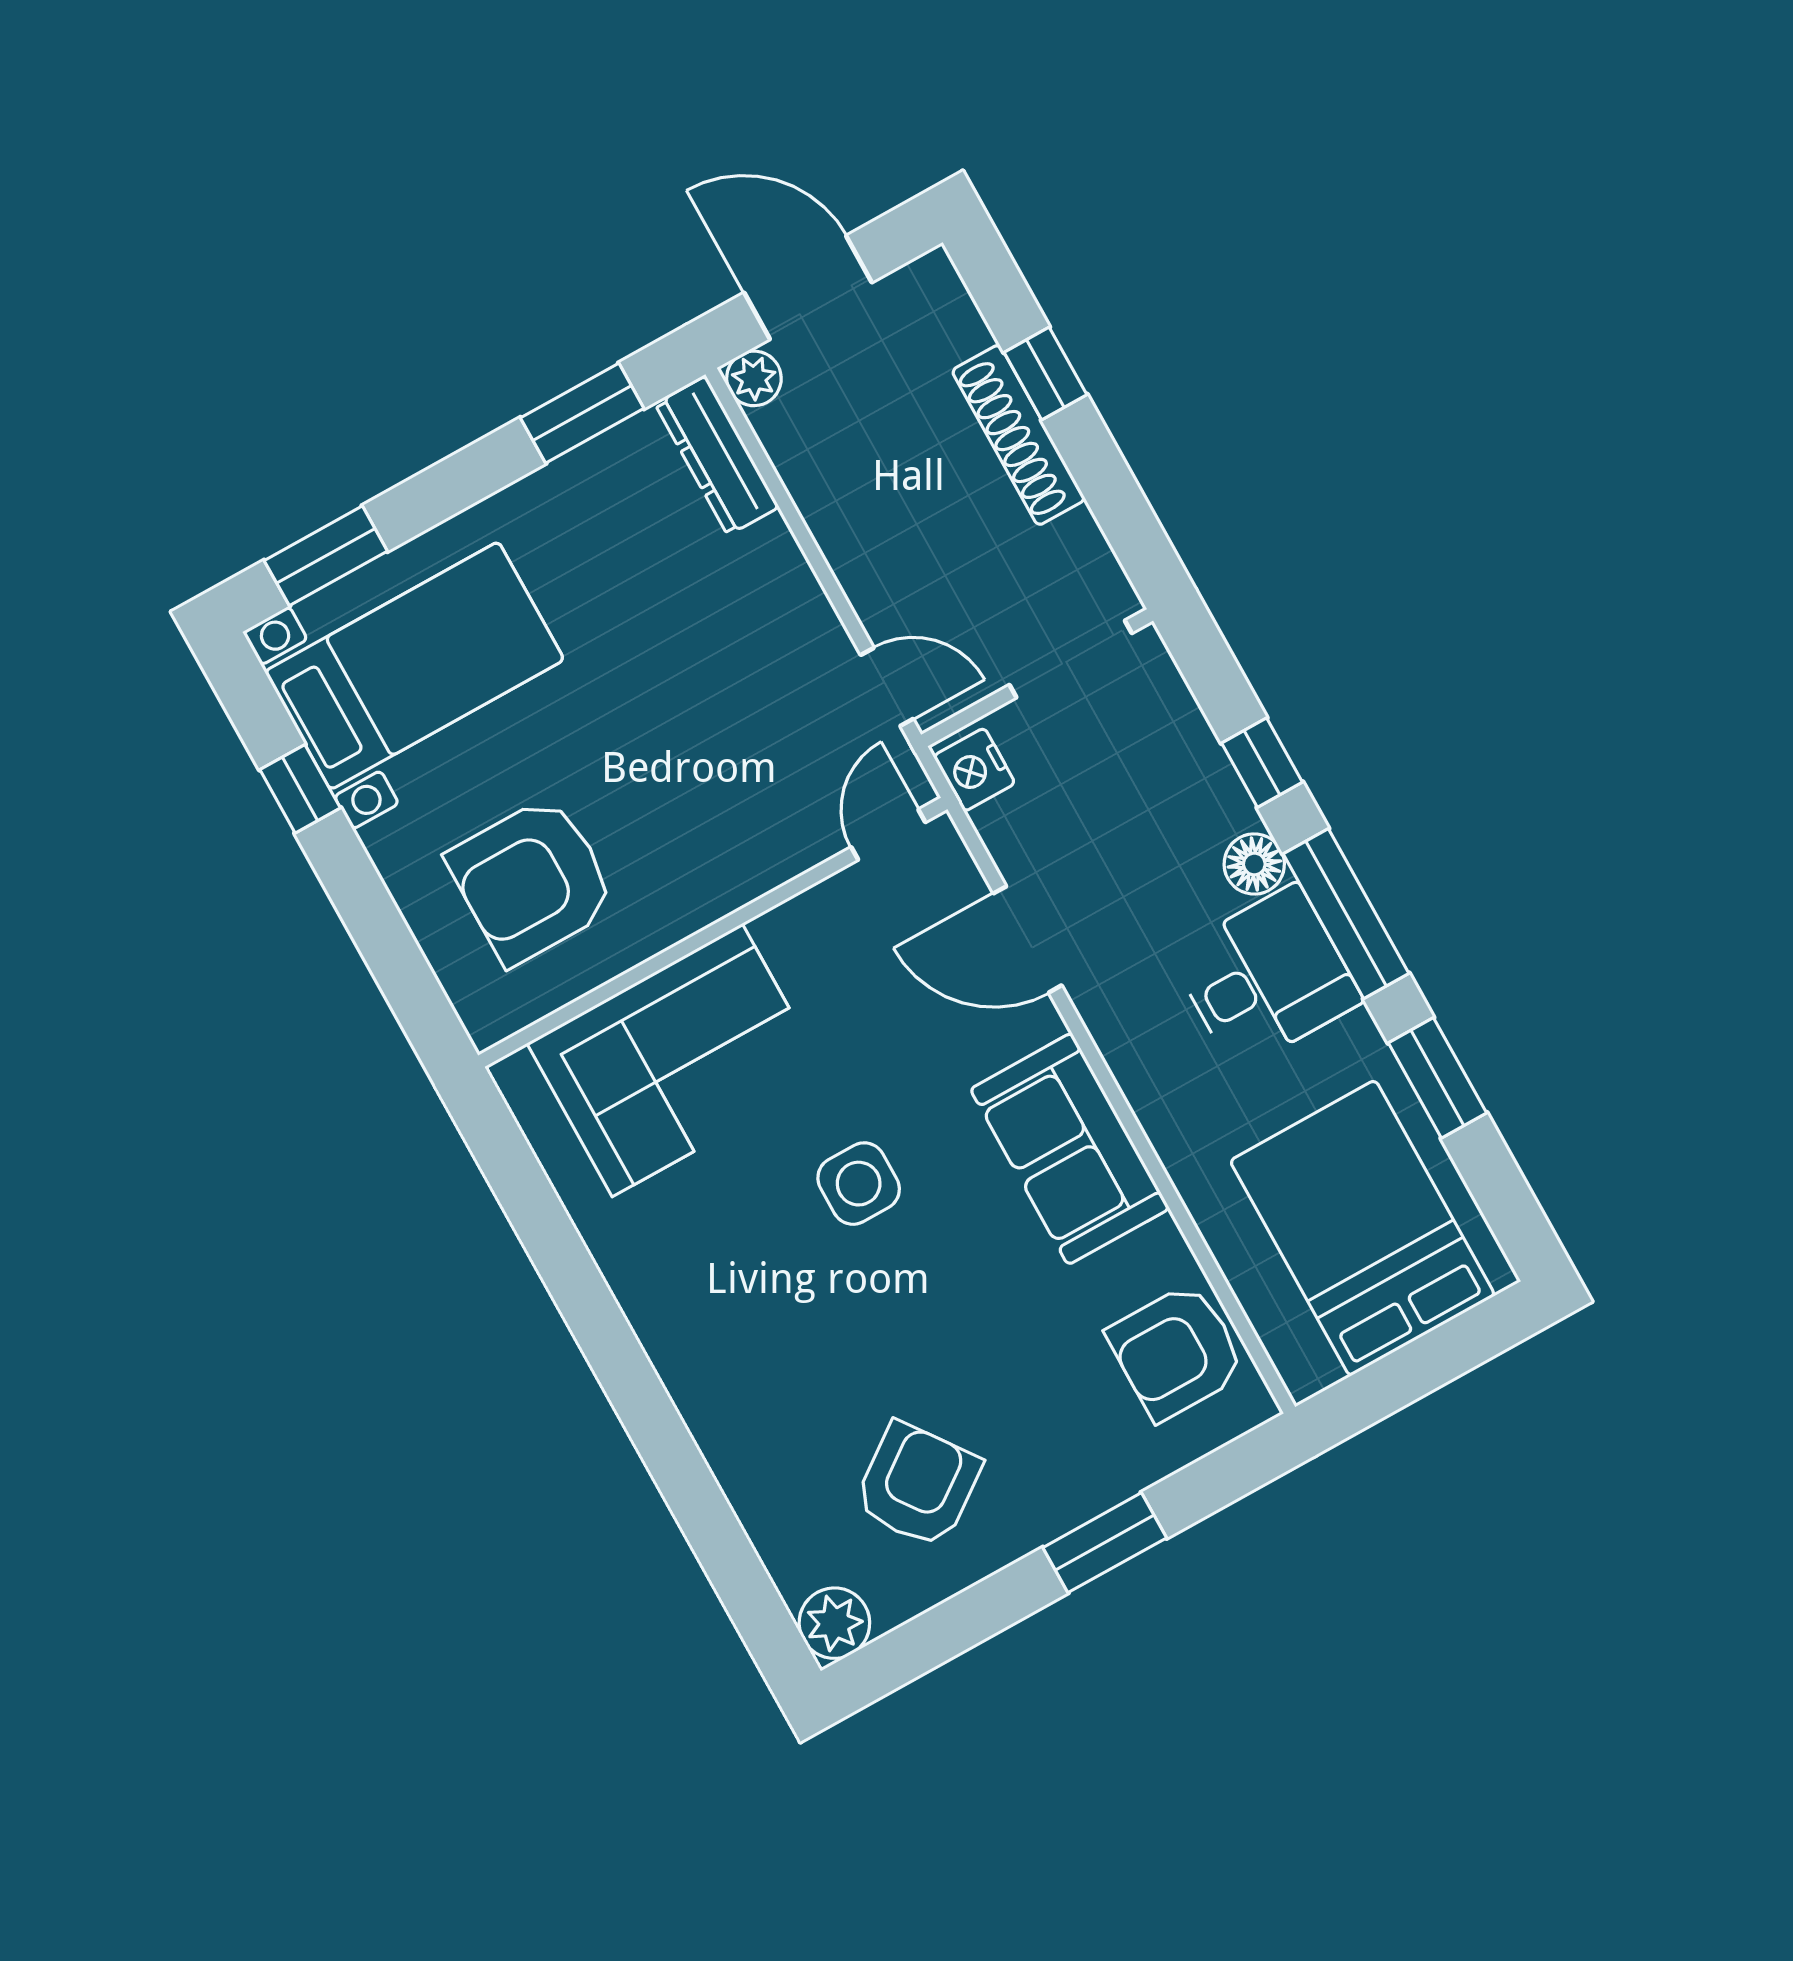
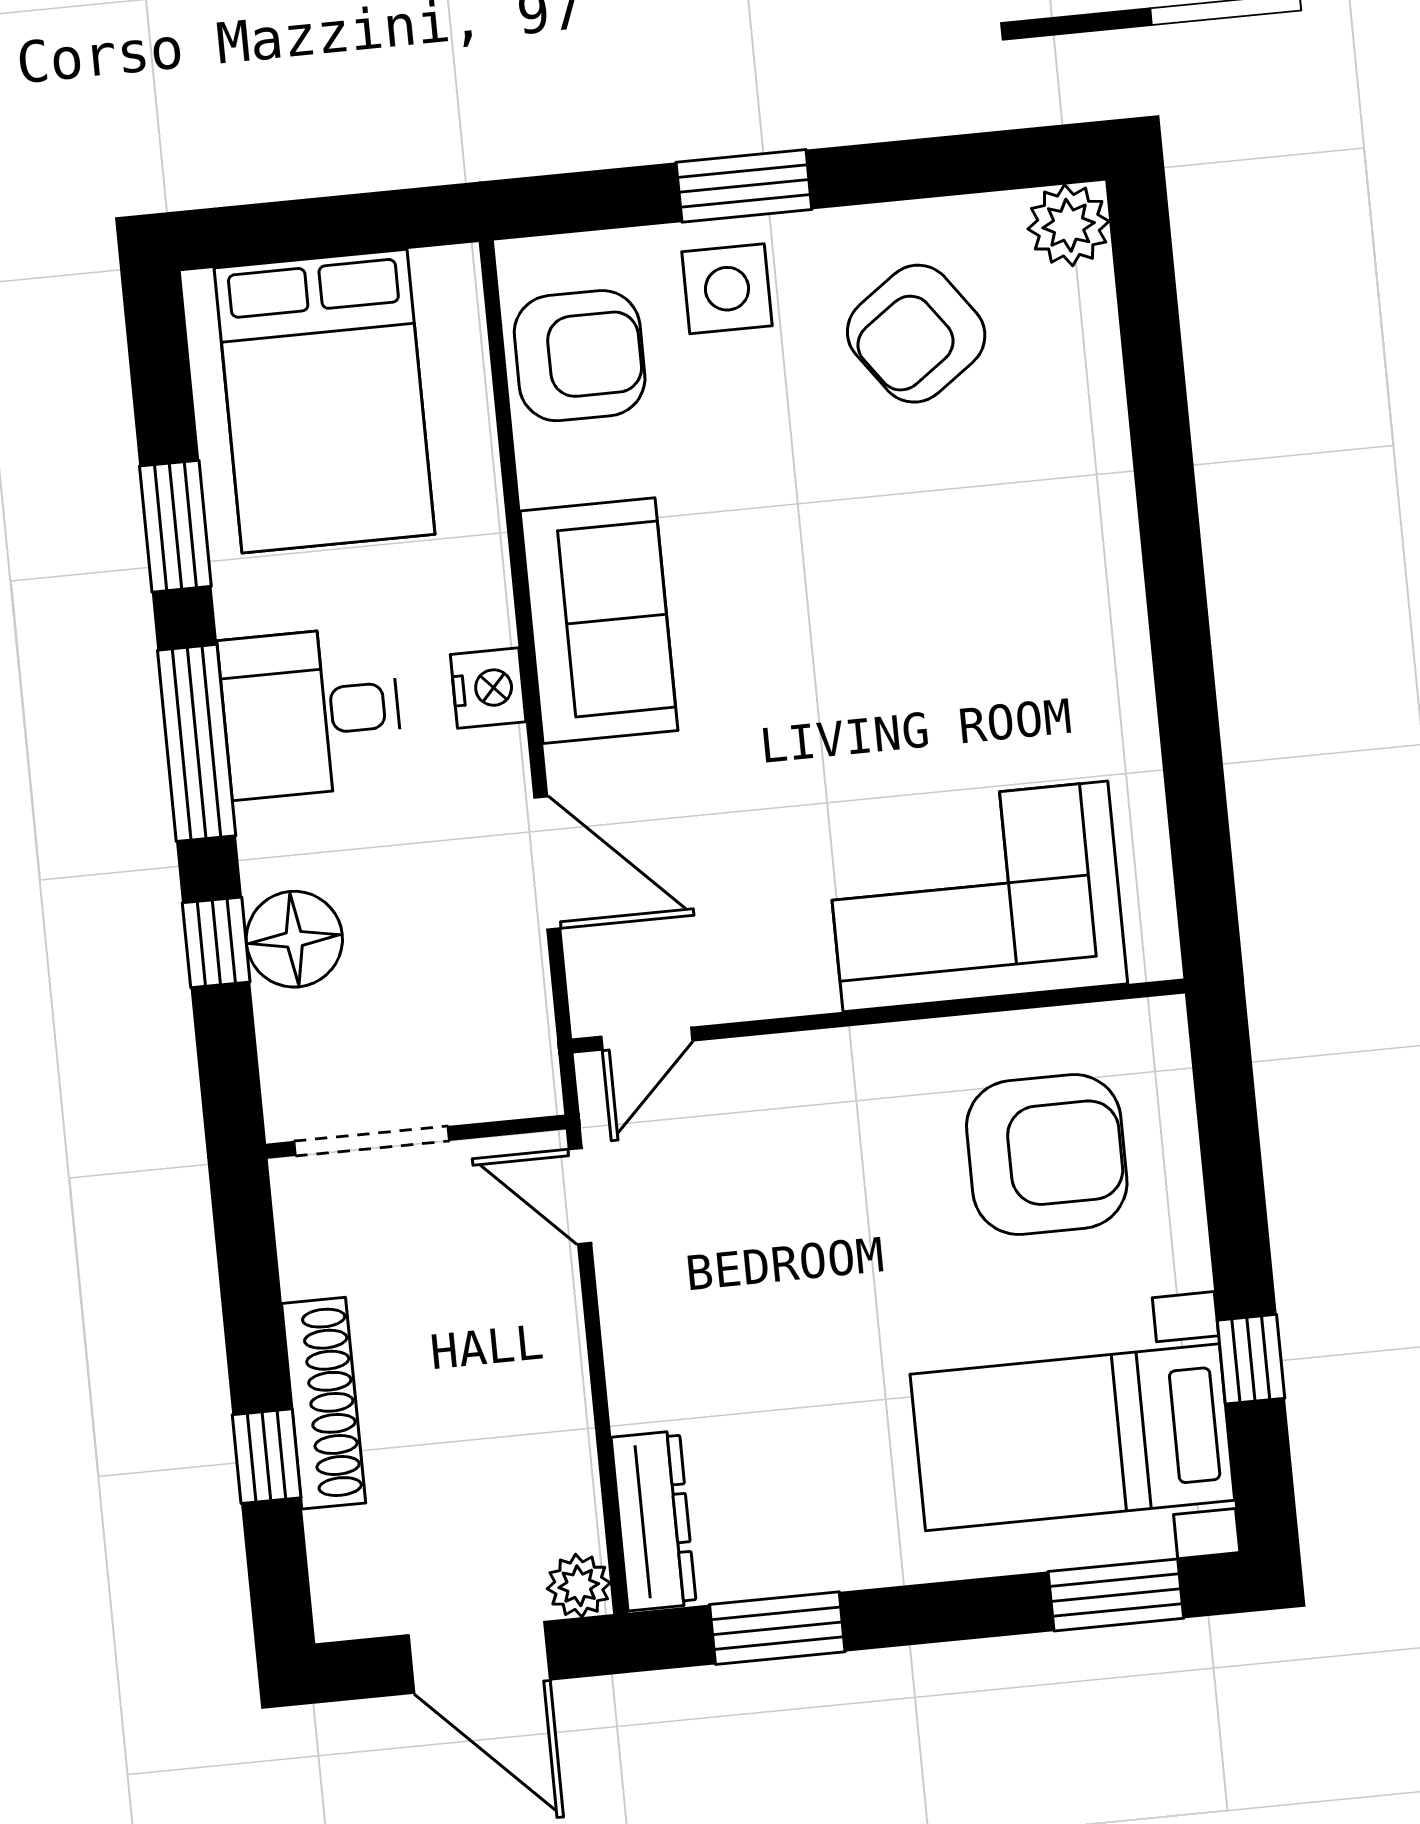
nightstand: (974, 770) -> (488, 688), moved
floor lamp: (1254, 864) -> (294, 939), moved, width x1.38, depth x1.38
side table: (859, 1184) -> (727, 289), moved

